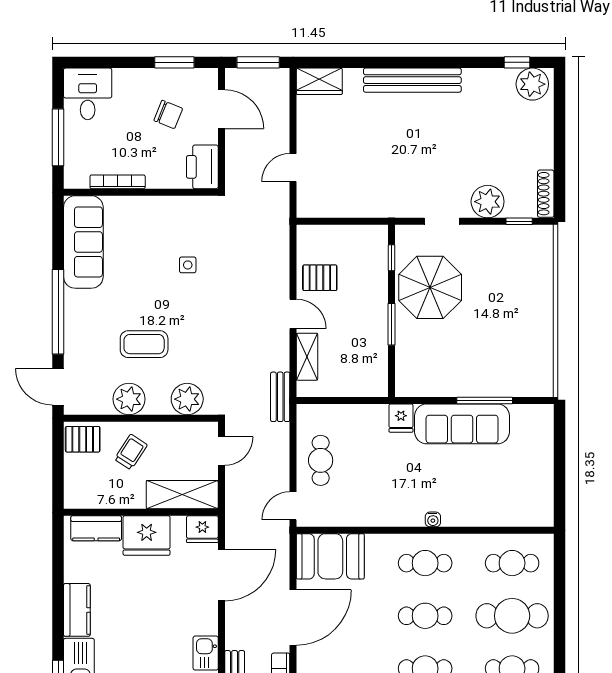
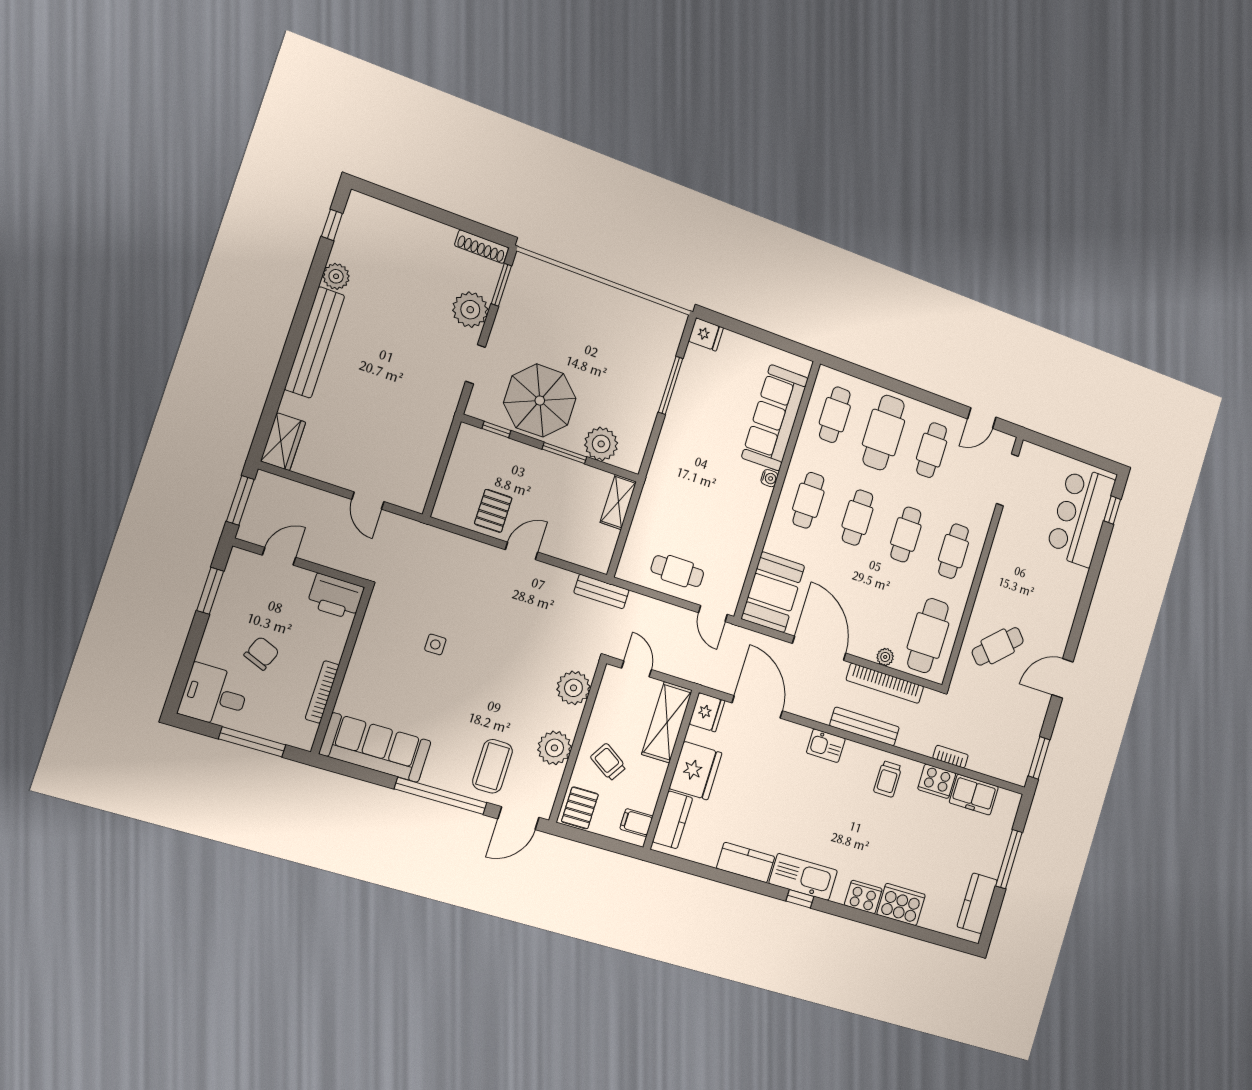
plant: (532, 84) -> (336, 276), moved, width x0.73, depth x0.73
door: (221, 109) -> (279, 556), width x0.73
chair: (168, 114) -> (262, 653), moved
window: (519, 221) -> (501, 285), width x1.50
coffee table: (144, 344) -> (493, 766), moved
plant: (411, 354) -> (601, 444), added
shelving: (307, 357) -> (618, 502), moved, turned 90
fridge: (401, 418) -> (706, 334), moved
sofa: (462, 424) -> (775, 418), moved, turned 180
filing cabinet: (84, 495) -> (636, 823), added

